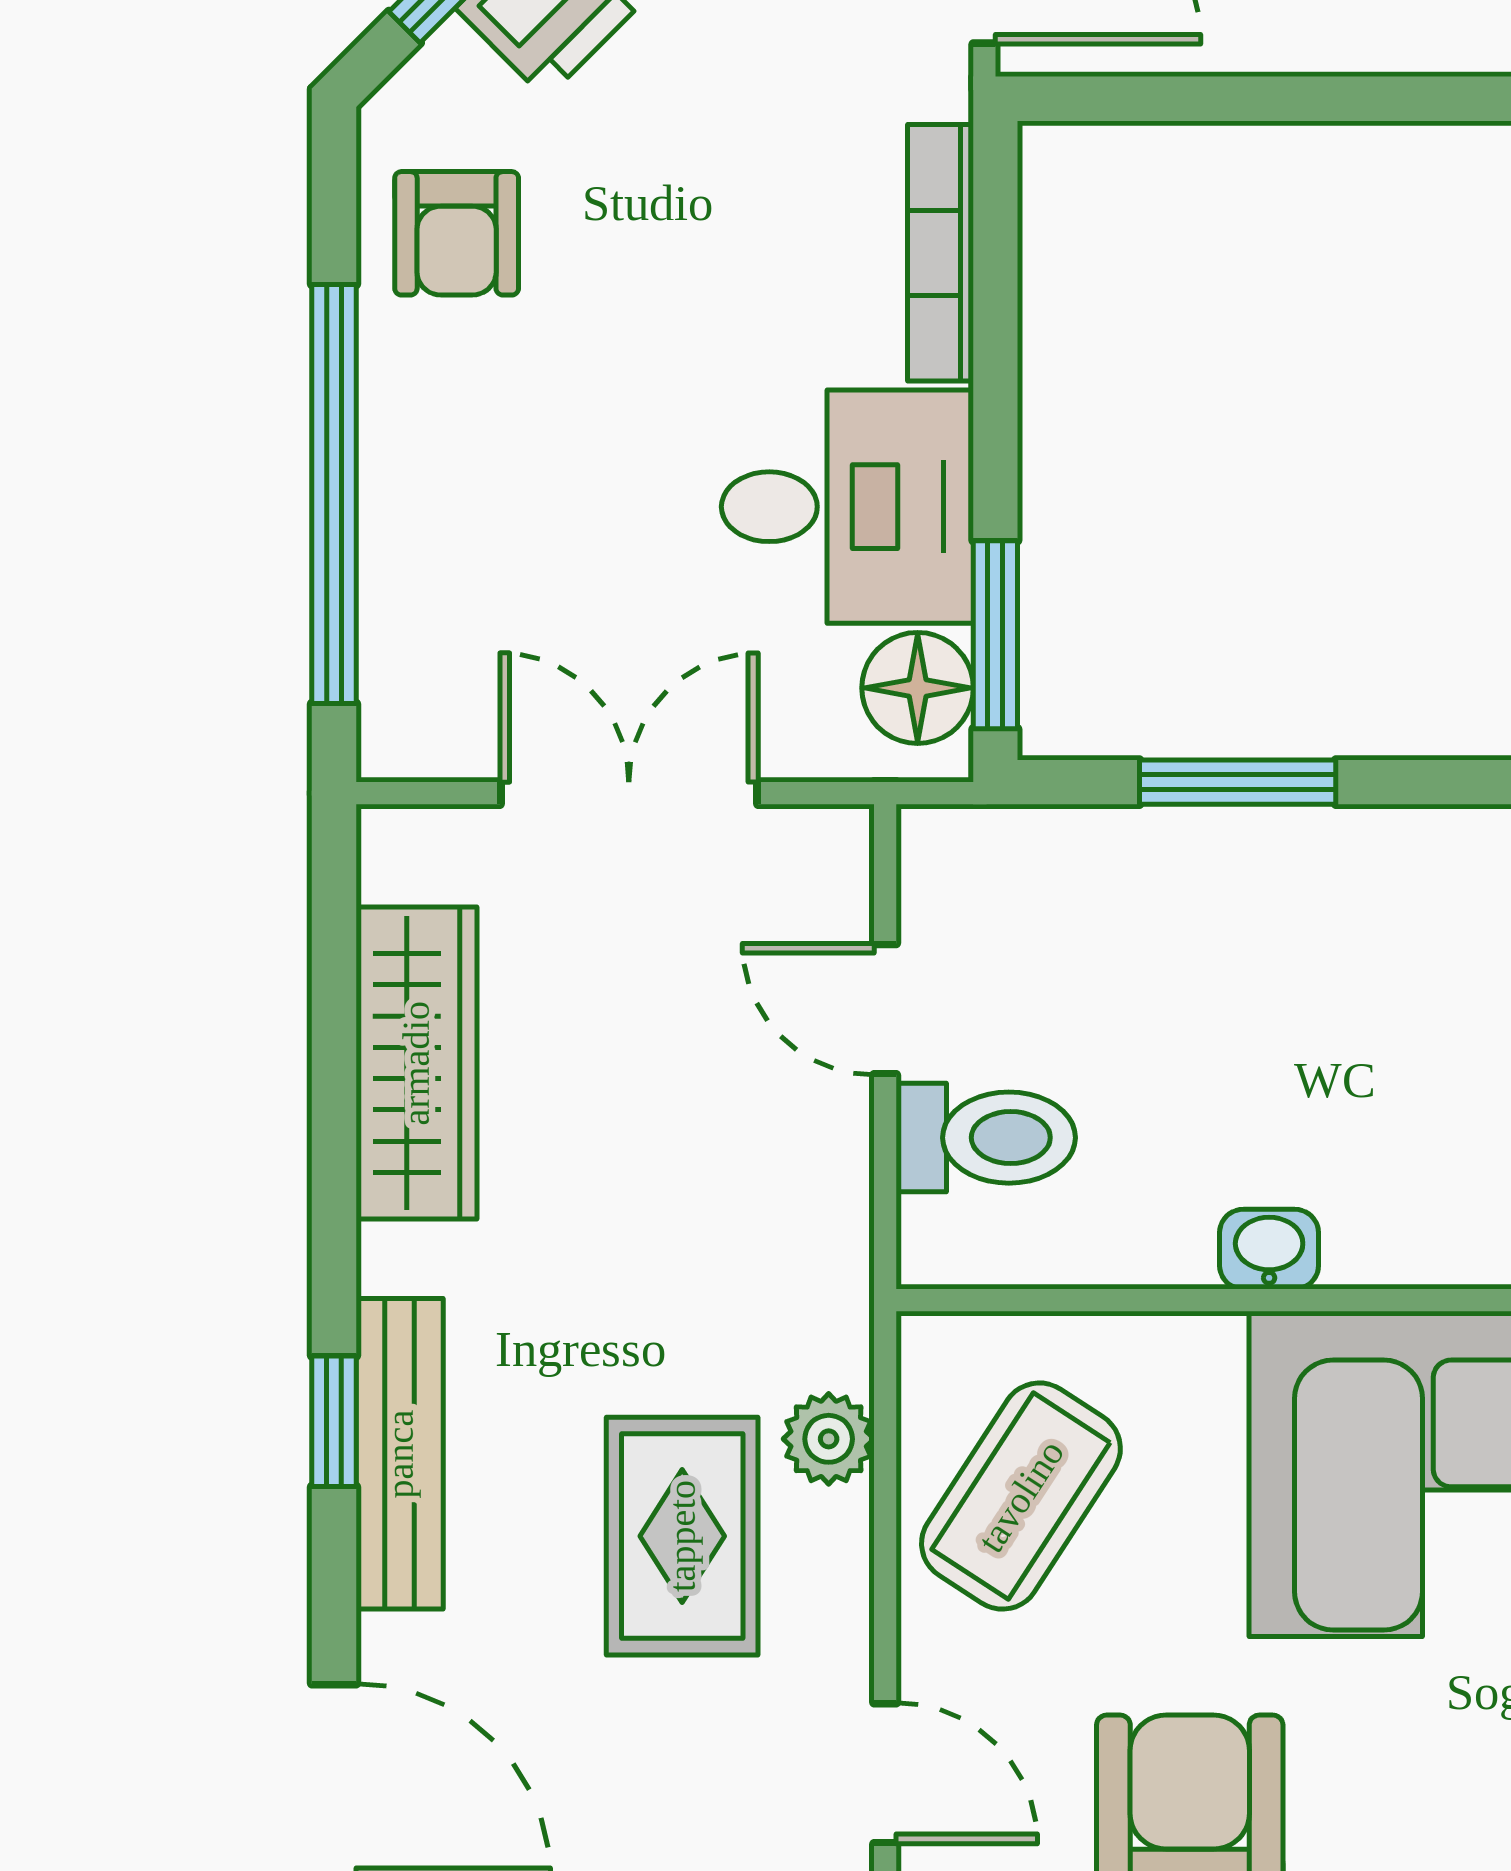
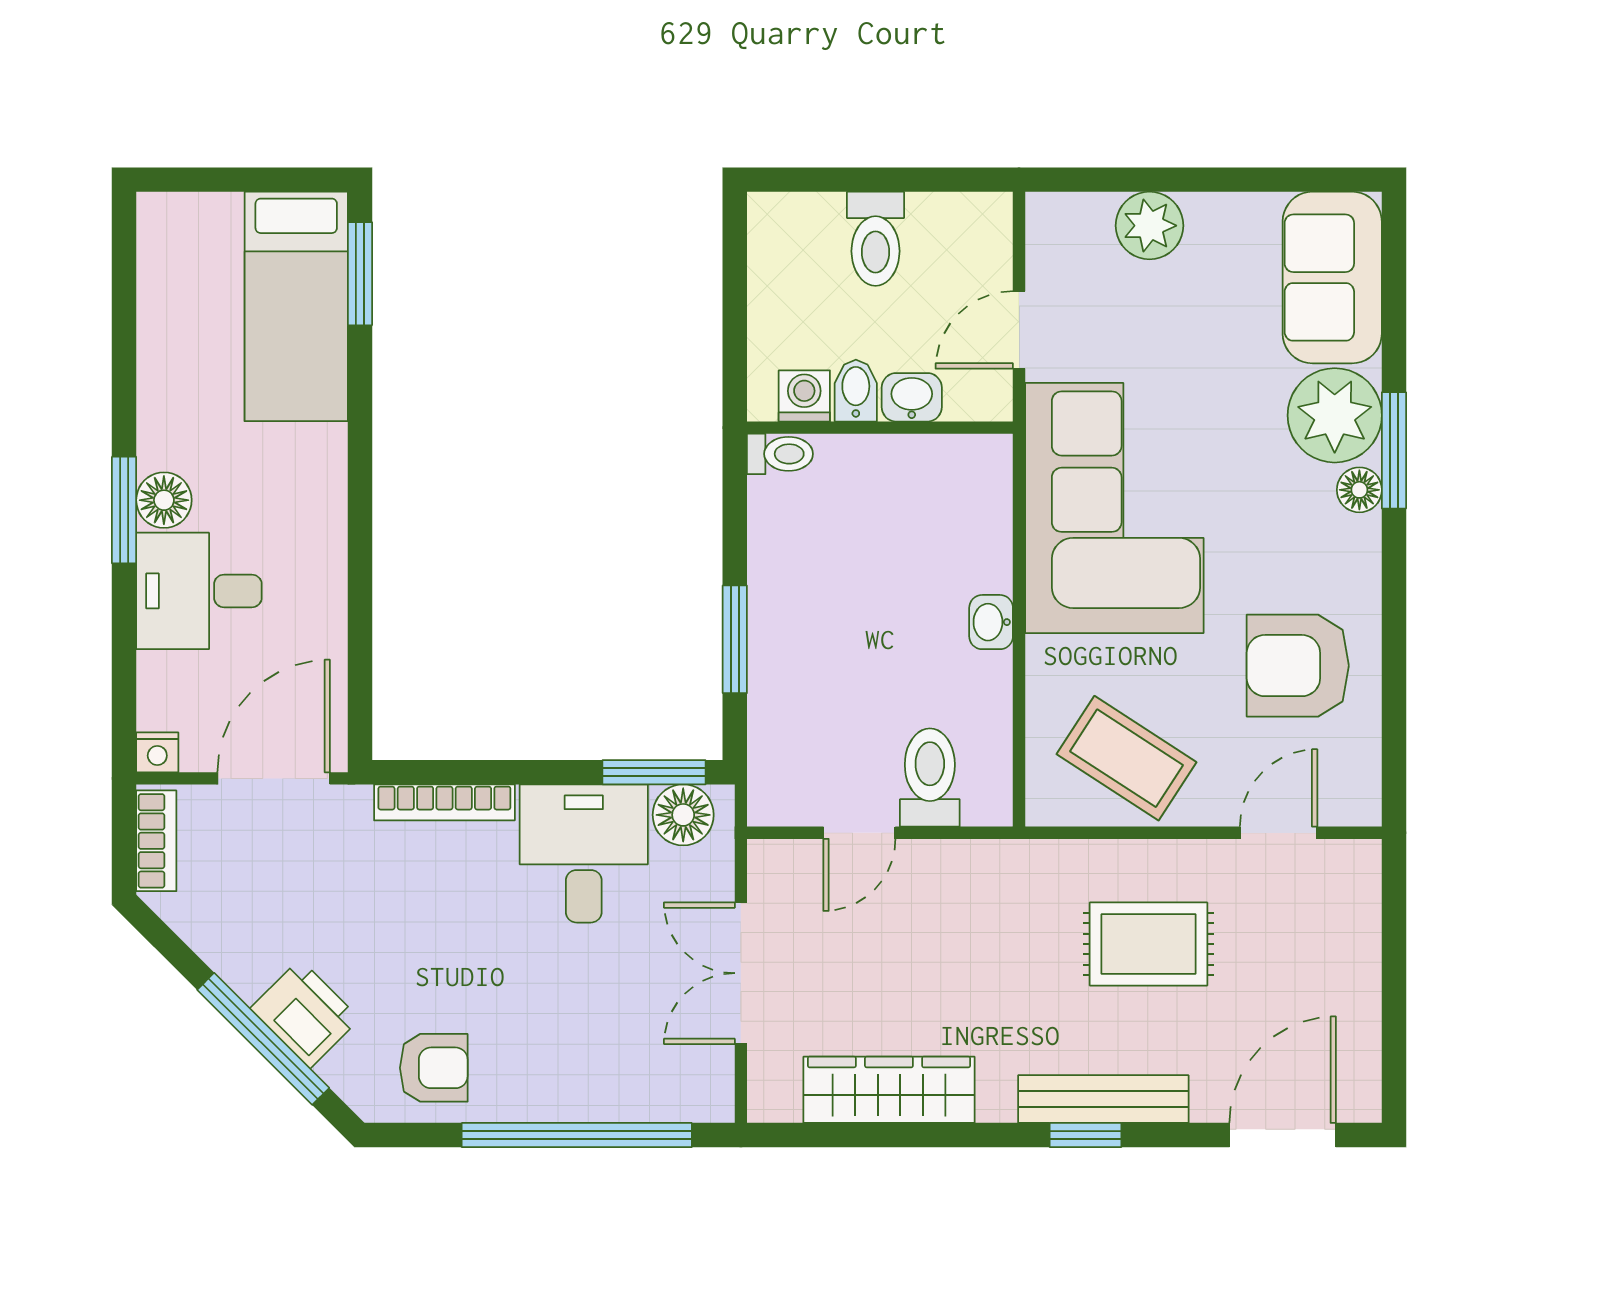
plant: (829, 1439) -> (1095, 864), removed

